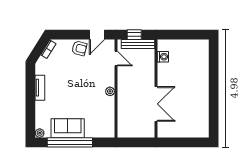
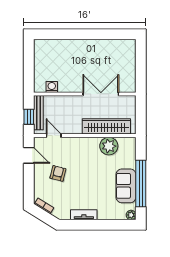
armchair: (79, 48) -> (58, 173), moved
door: (116, 59) -> (54, 136), hinge flipped
plant: (110, 91) -> (109, 146), moved, width x1.87, depth x1.87
wardrobe: (125, 109) -> (106, 126), added

